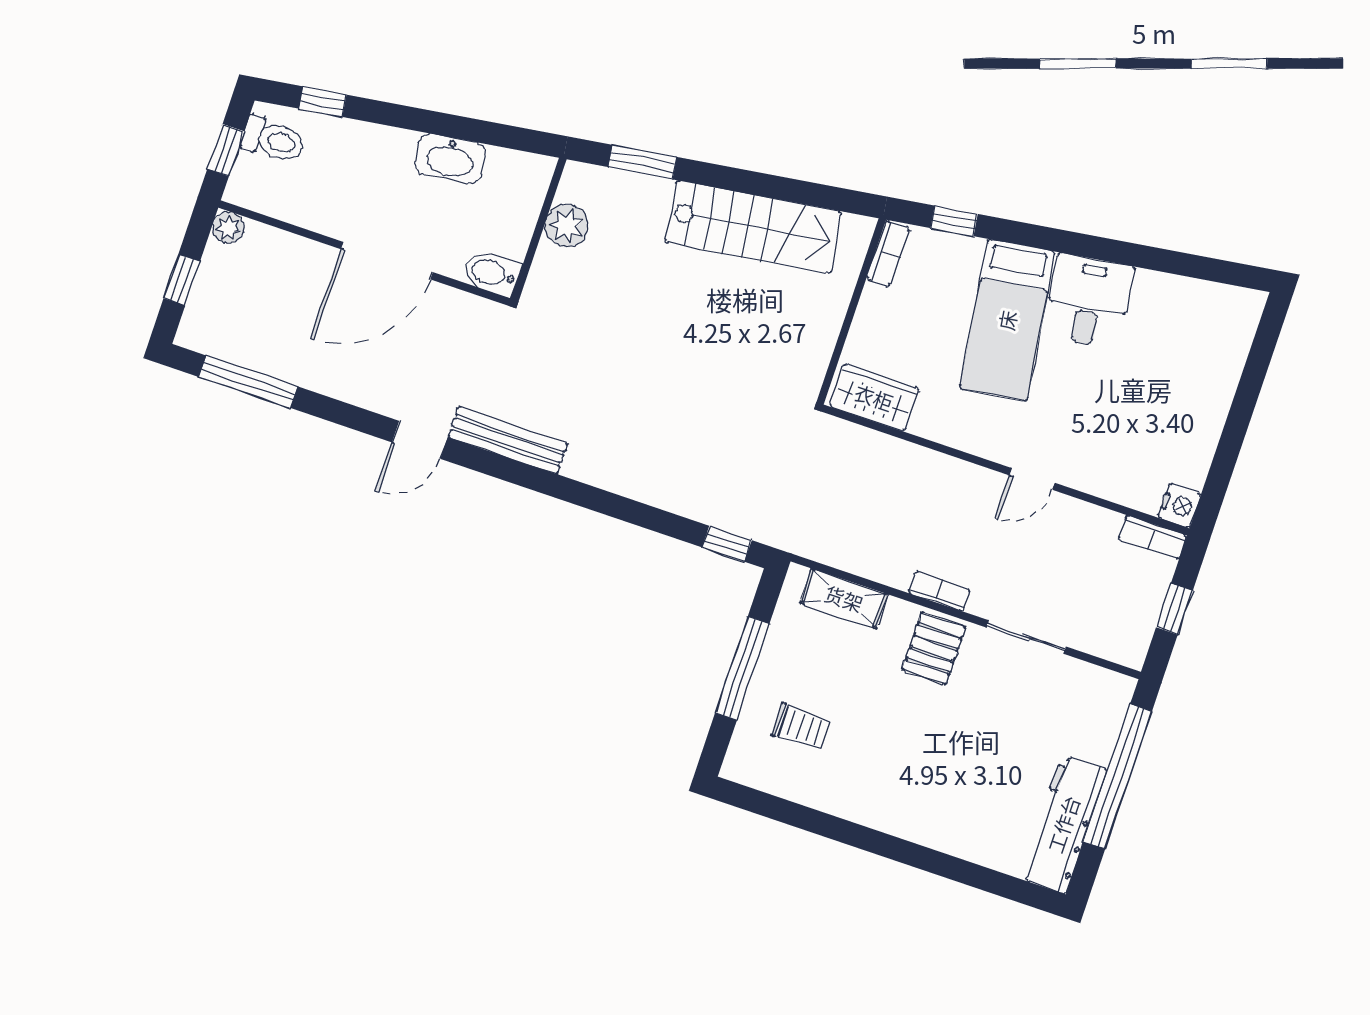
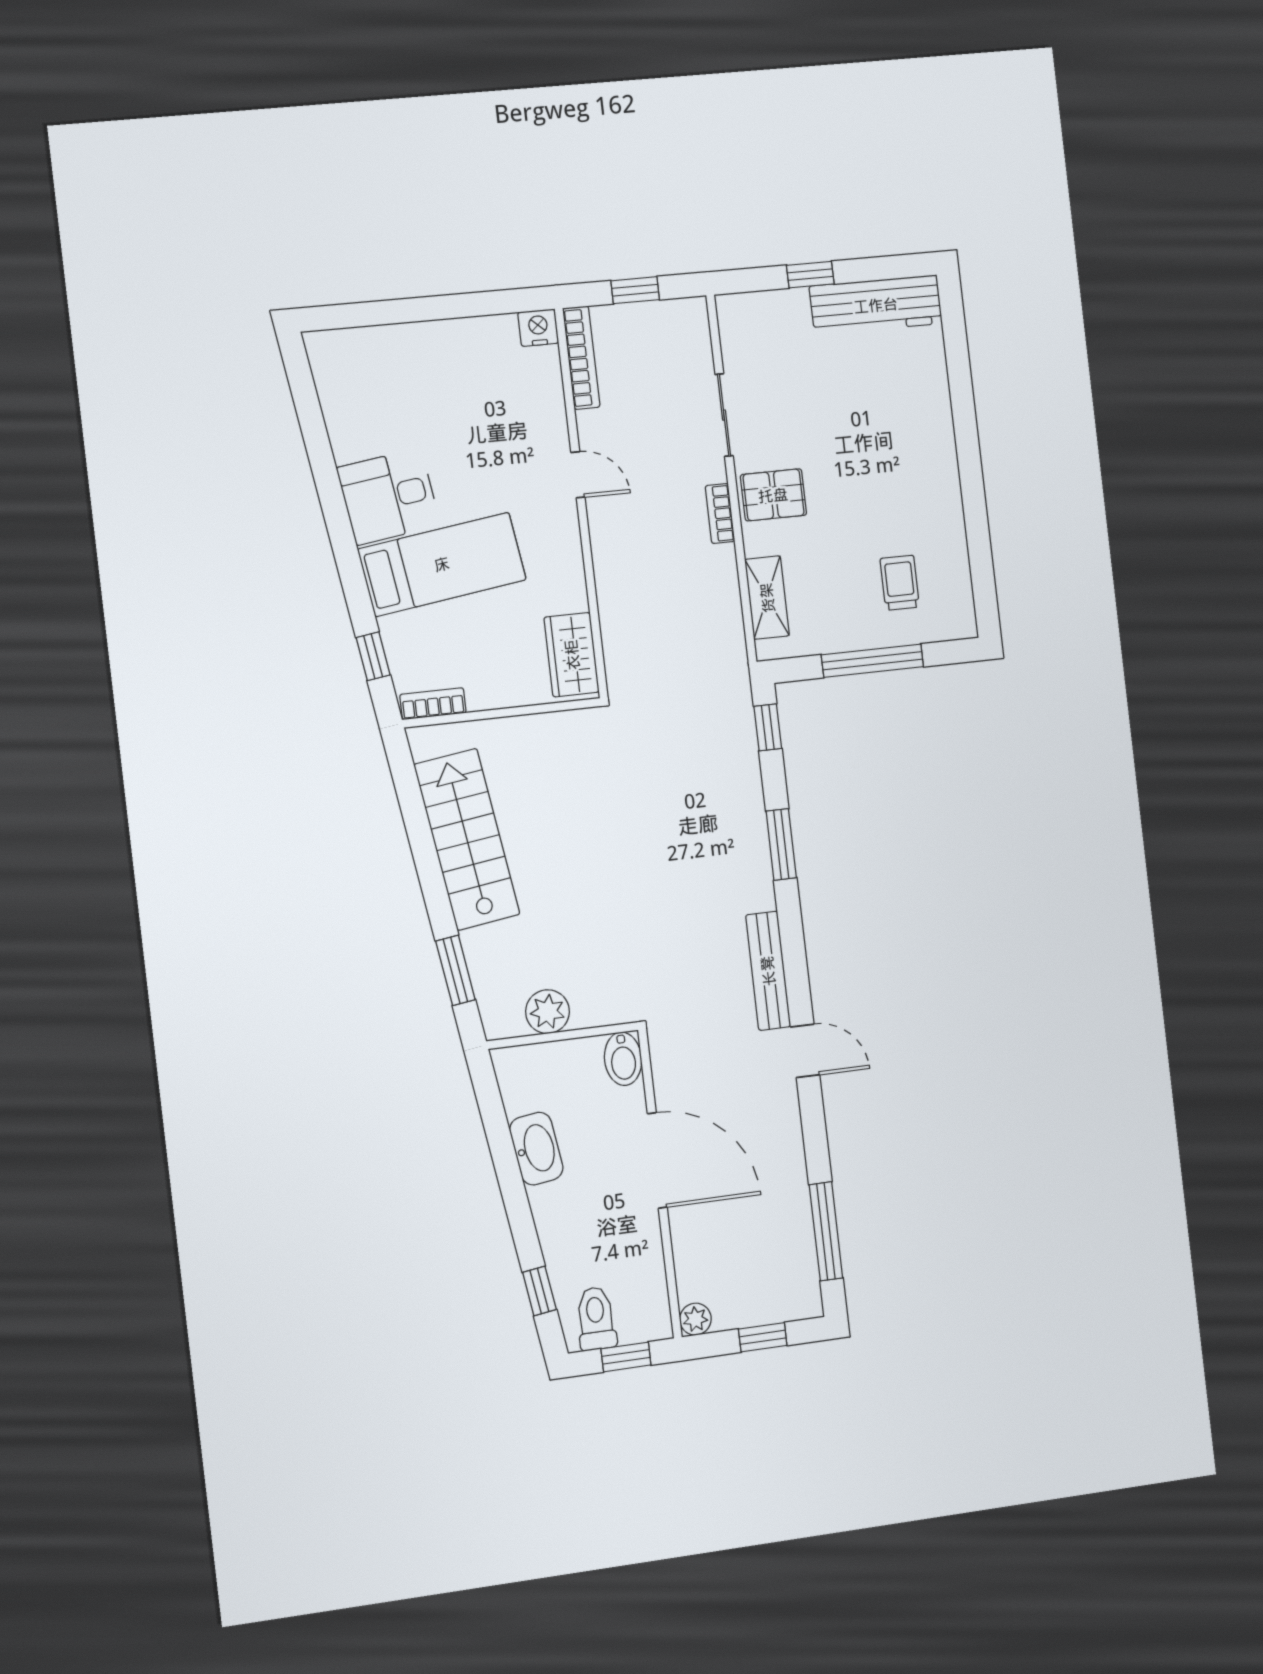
window: (616, 506) -> (781, 844), added
bookcase: (1153, 537) -> (581, 358), width x1.56
window: (1118, 776) -> (810, 275), width x0.32

